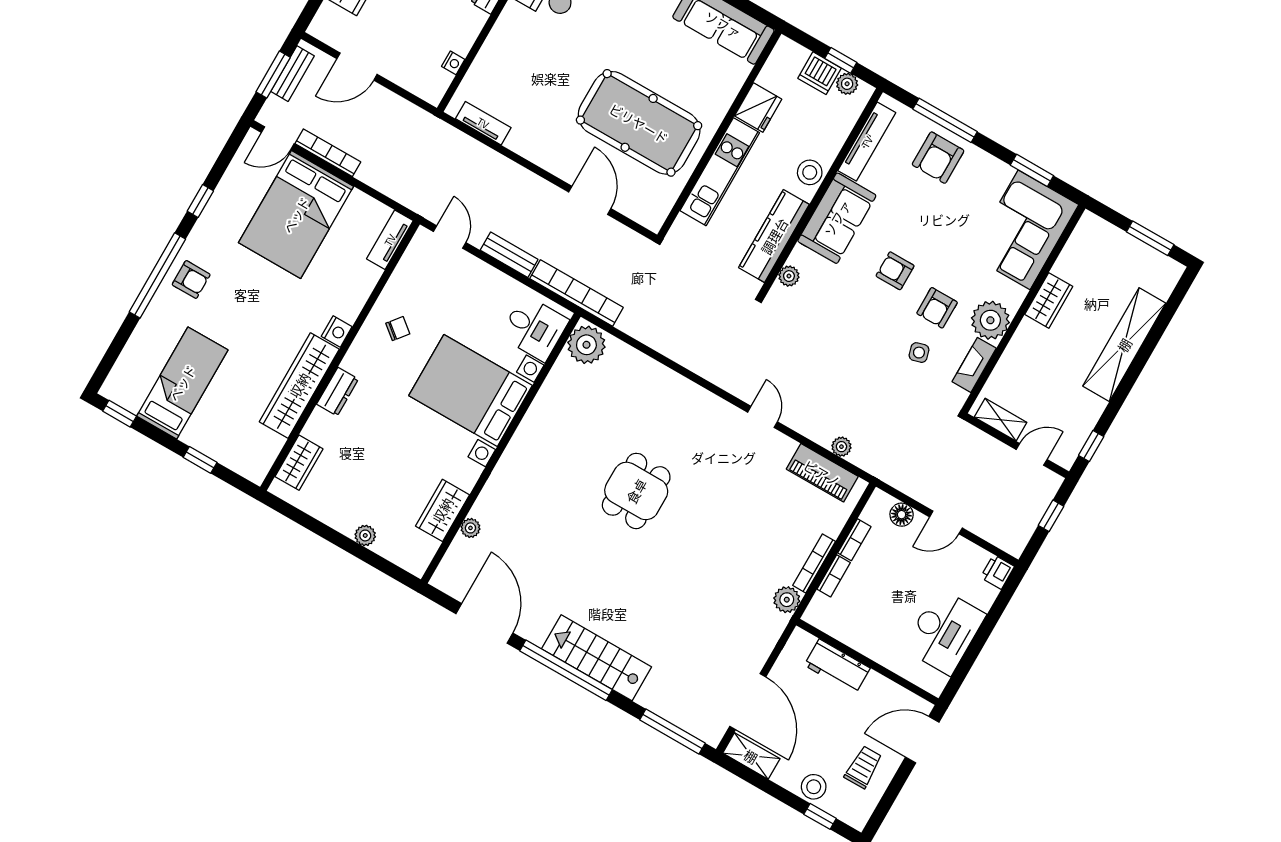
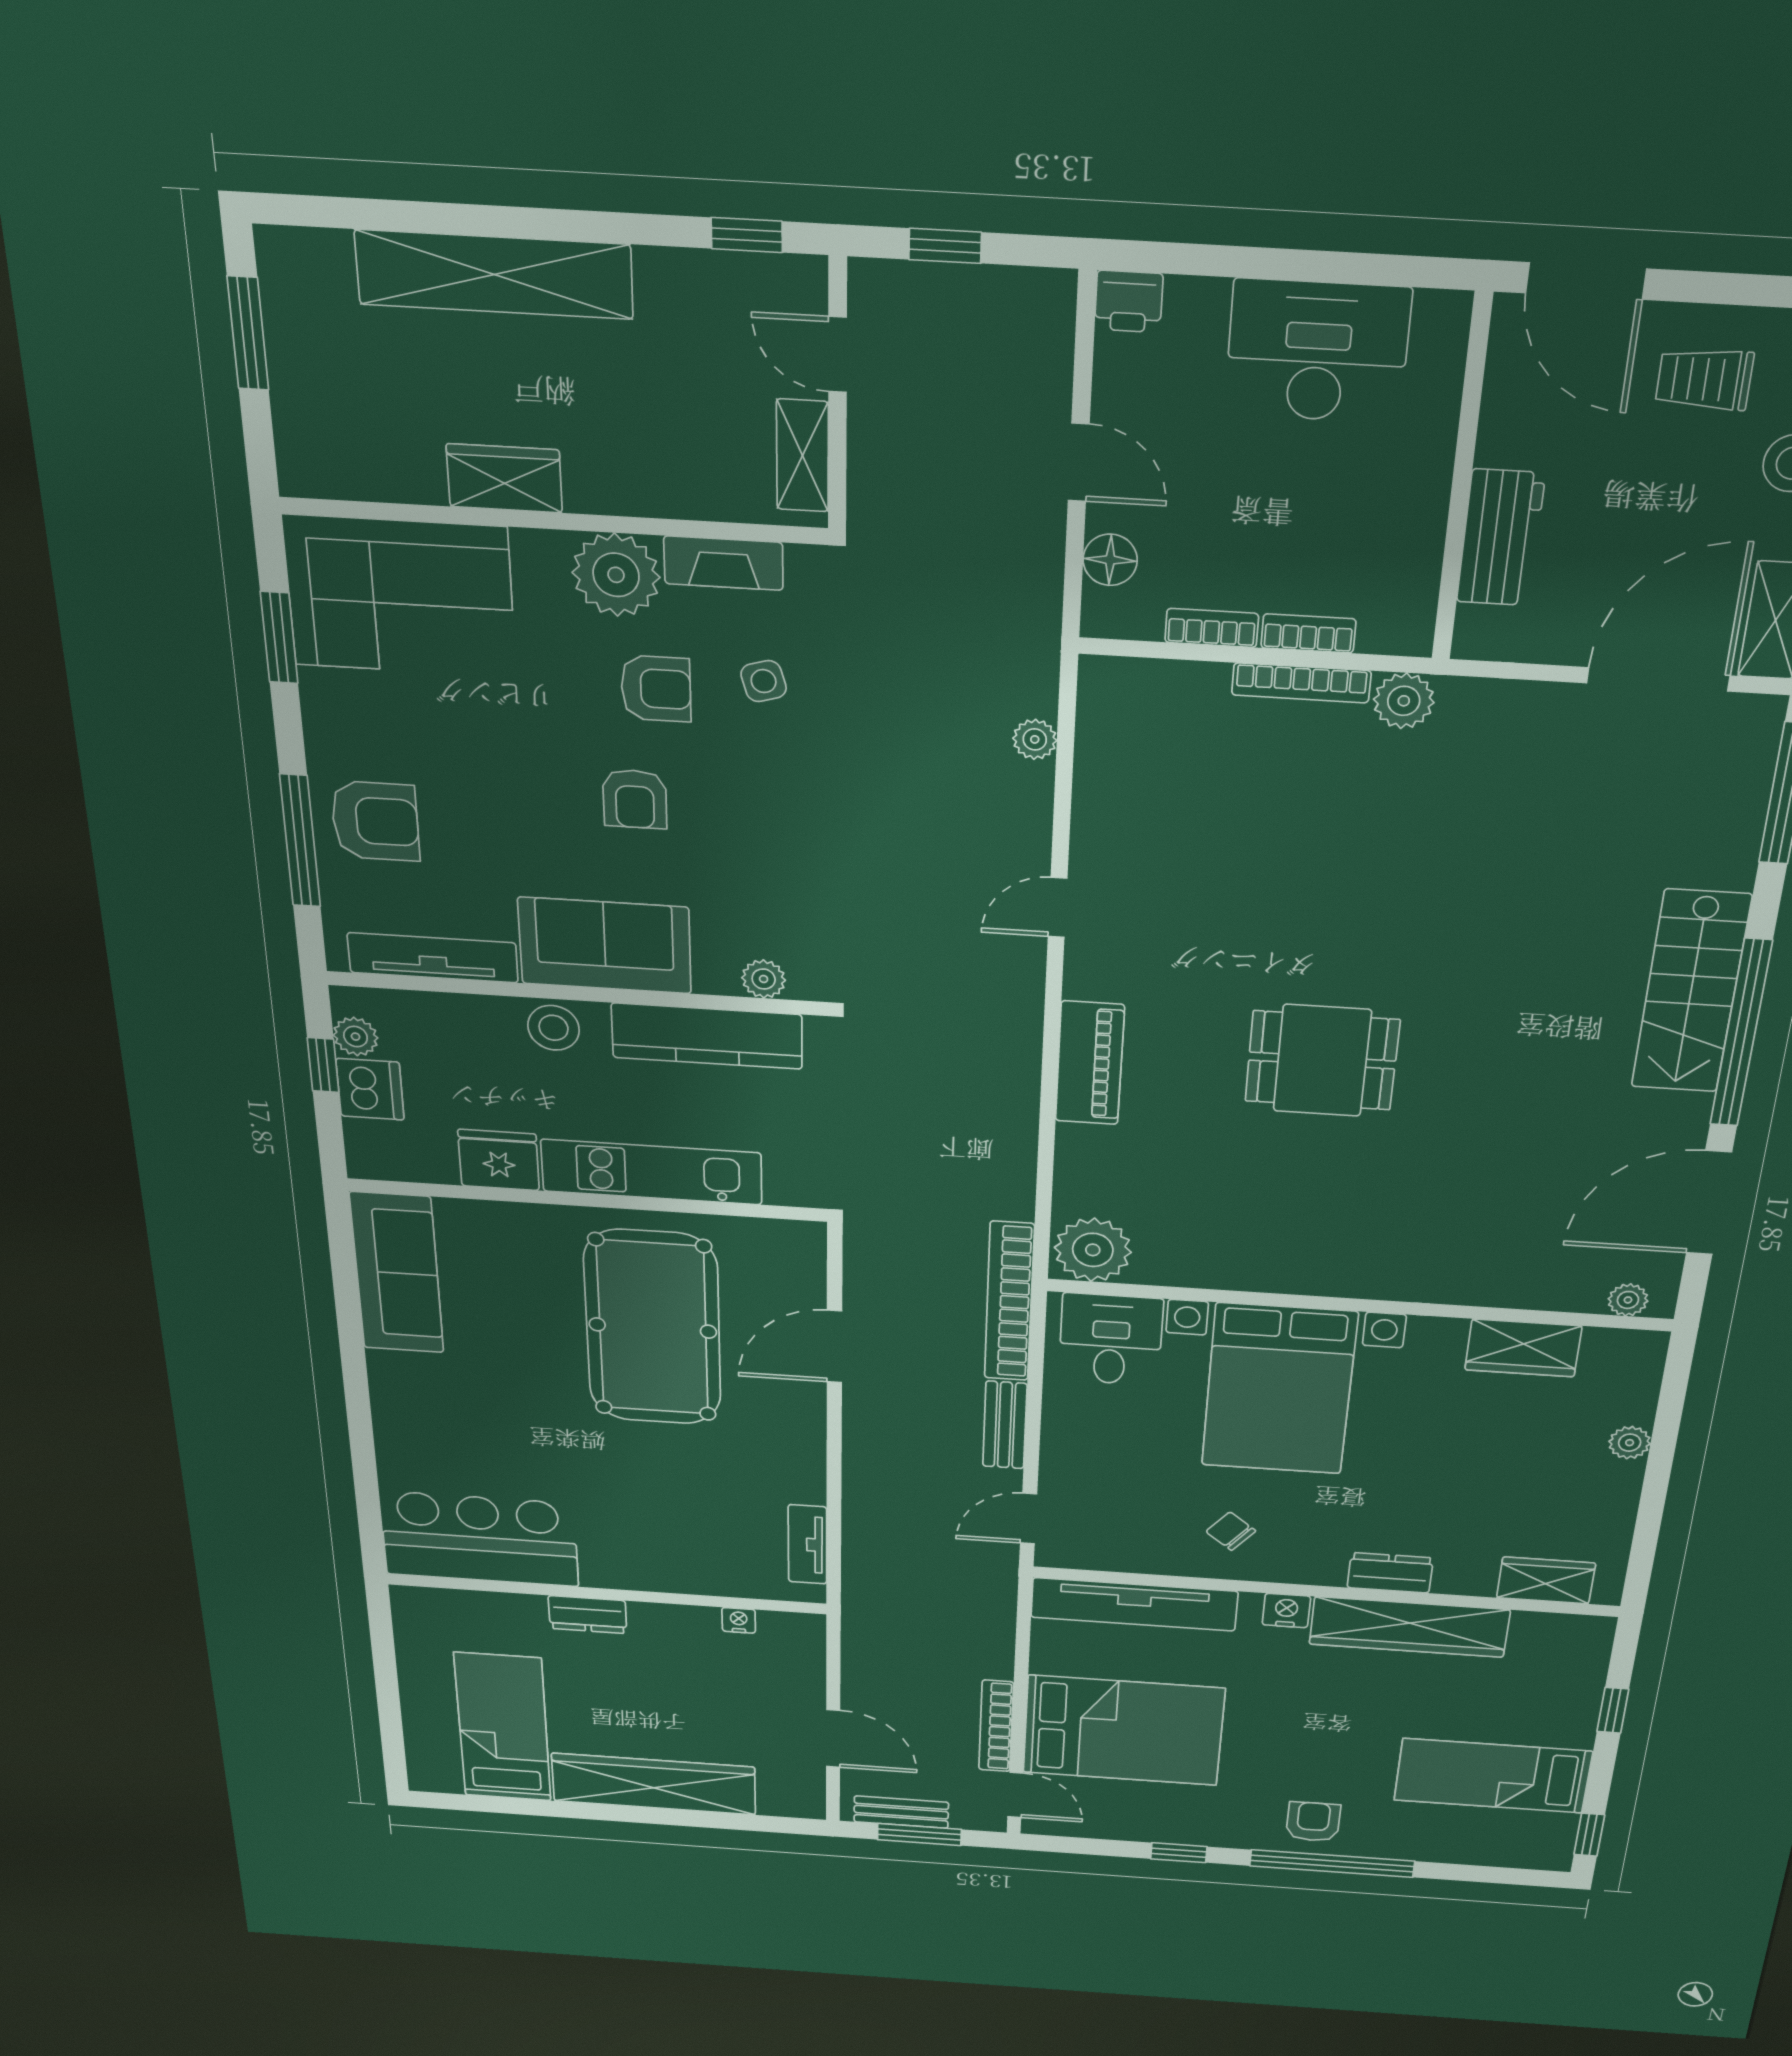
tv unit: (390, 240) -> (1134, 1604), width x1.92, depth x1.29
piano: (822, 473) -> (1090, 1063), moved
plant: (470, 528) -> (1628, 1300), moved

